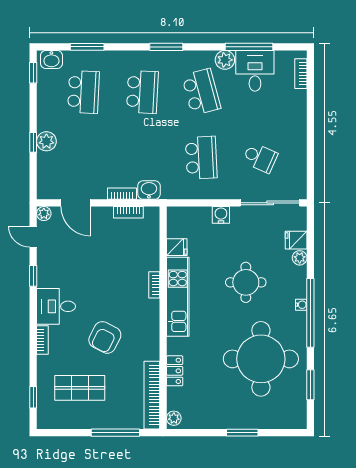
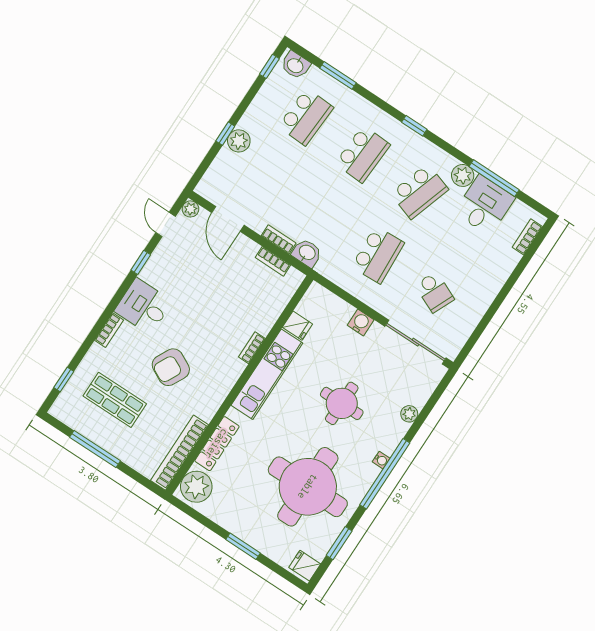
window: (166, 47) -> (414, 126), width x0.67
school desk: (201, 92) -> (419, 191), turned 33
fridge: (296, 240) -> (305, 566), moved
locker: (175, 371) -> (217, 444), width x1.53
plant: (174, 418) -> (196, 487), width x1.87, depth x1.87
window: (115, 433) -> (95, 449), moved

